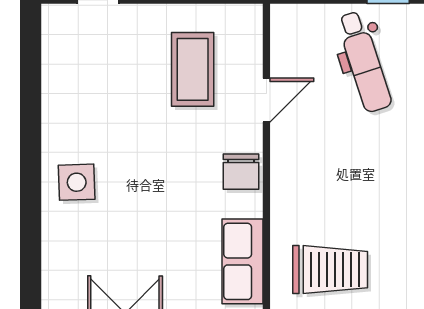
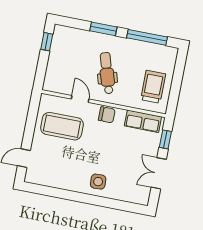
dental chair: (364, 62) -> (107, 73), moved, turned -89
coffee table: (193, 69) -> (62, 126), width x1.36, depth x1.32

